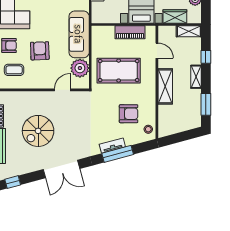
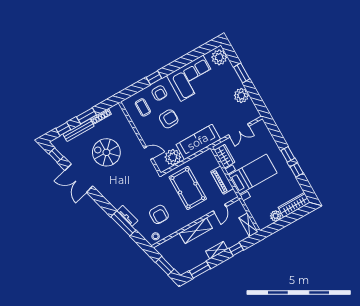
wardrobe: (175, 16) -> (225, 156), moved
window: (182, 136) -> (165, 266), added
double door: (61, 169) -> (79, 178), moved

